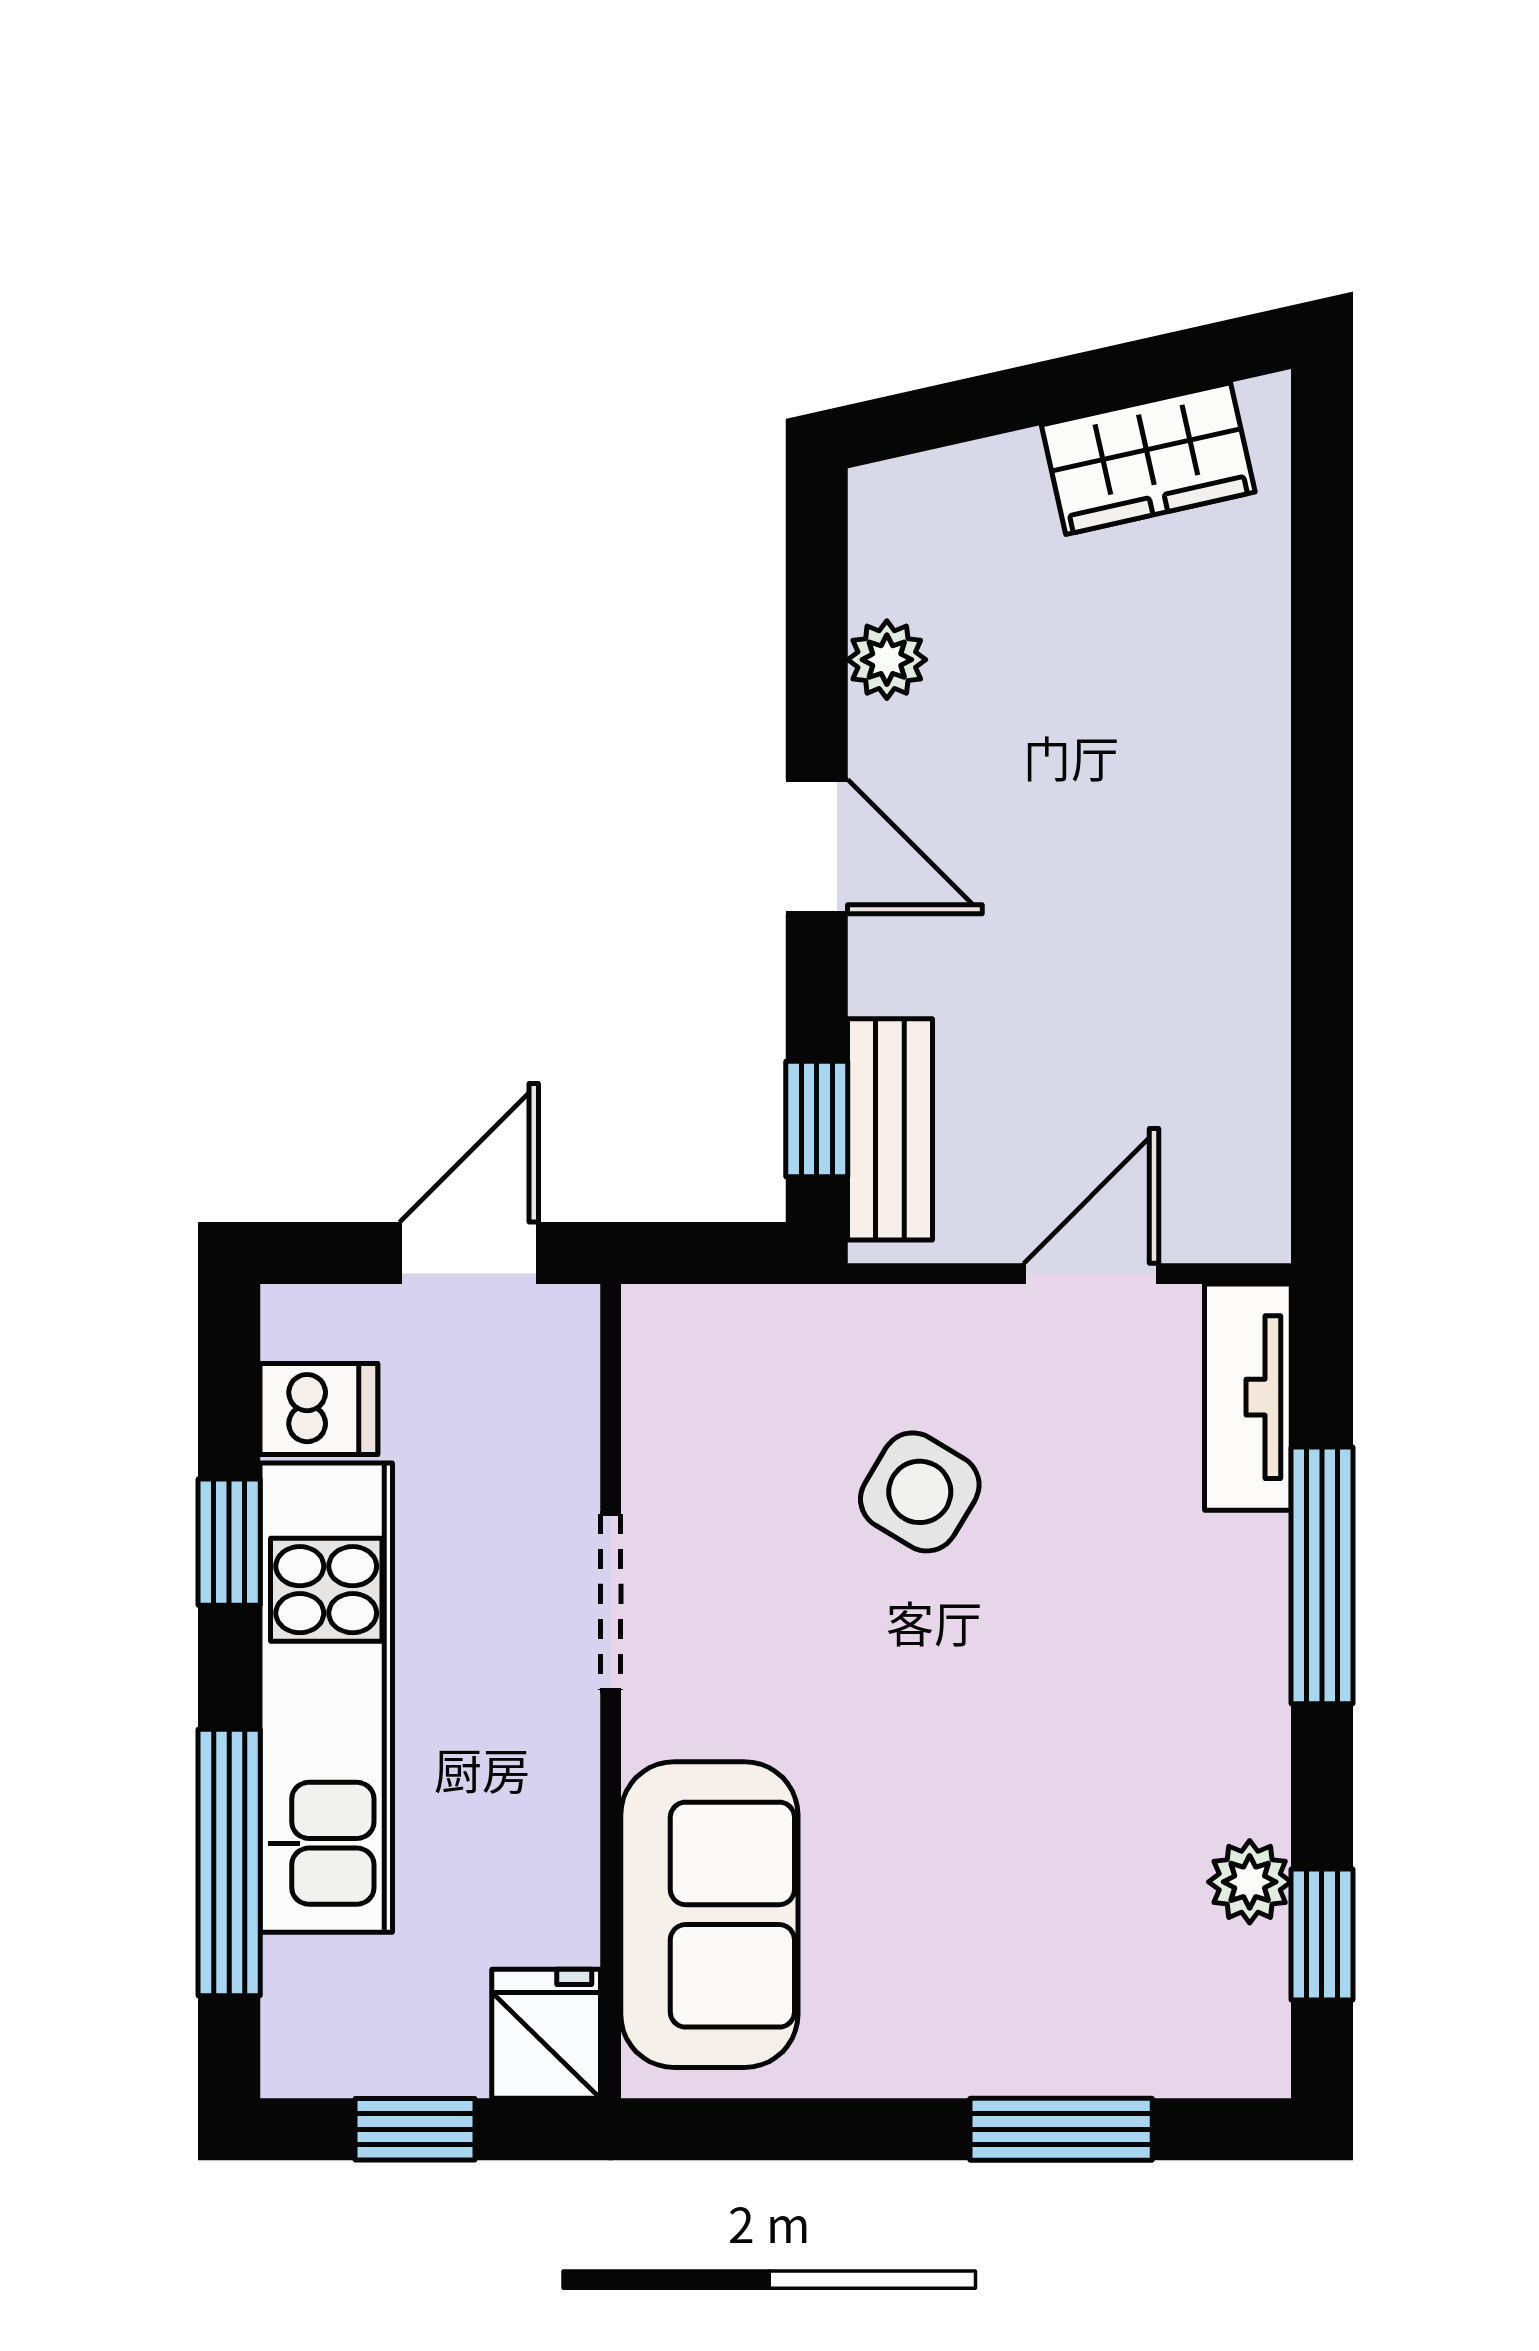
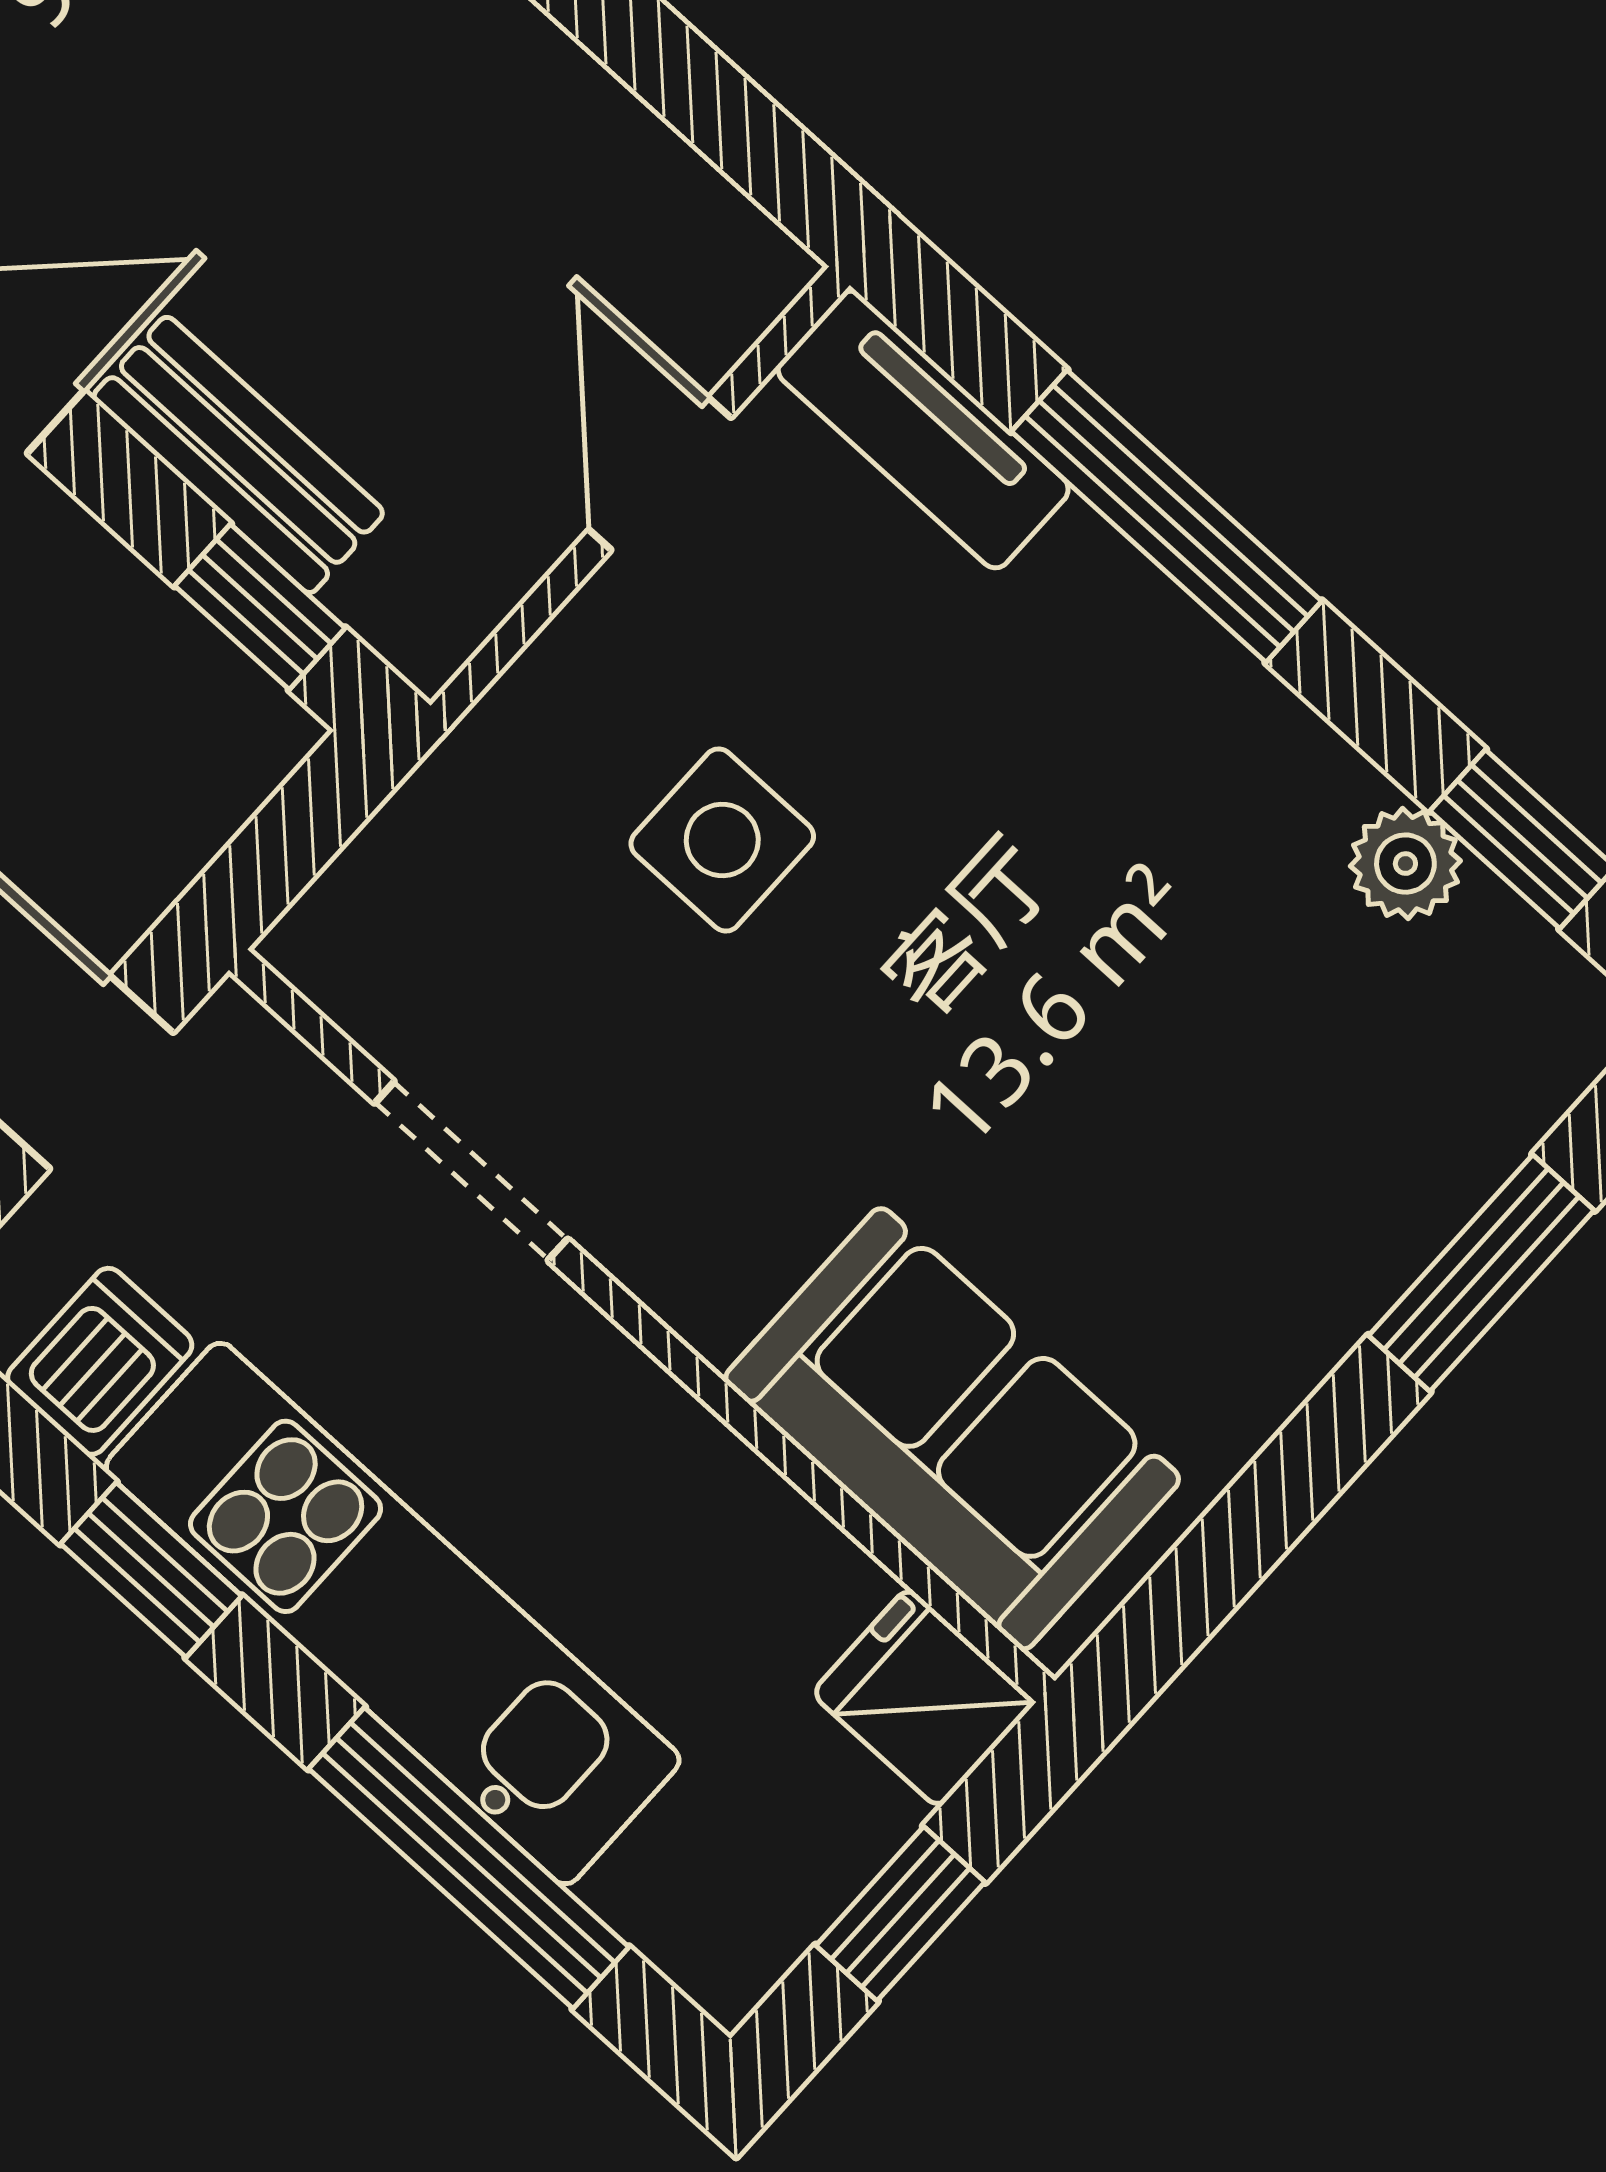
bench: (890, 1129) -> (238, 455), moved
side table: (920, 1492) -> (722, 840), turned -31
doorway: (611, 1602) -> (471, 1171), moved

